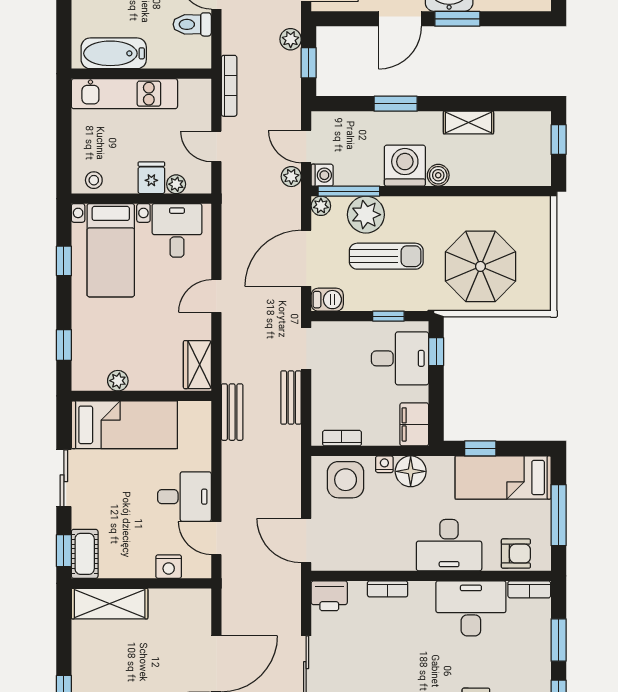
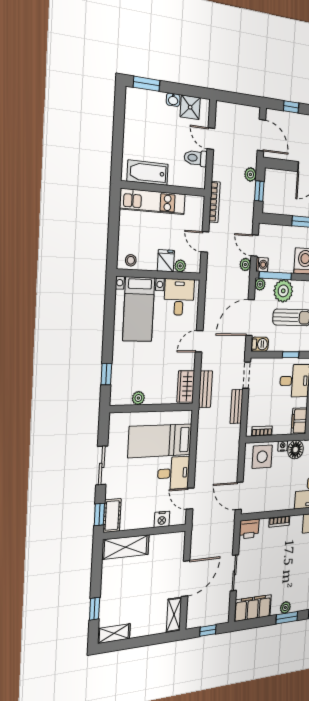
window: (64, 261) -> (109, 316), removed
bench: (232, 412) -> (205, 389), moved
bed: (124, 425) -> (160, 441), moved, turned 180

